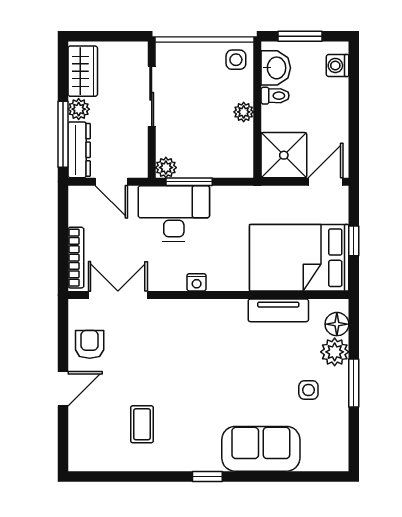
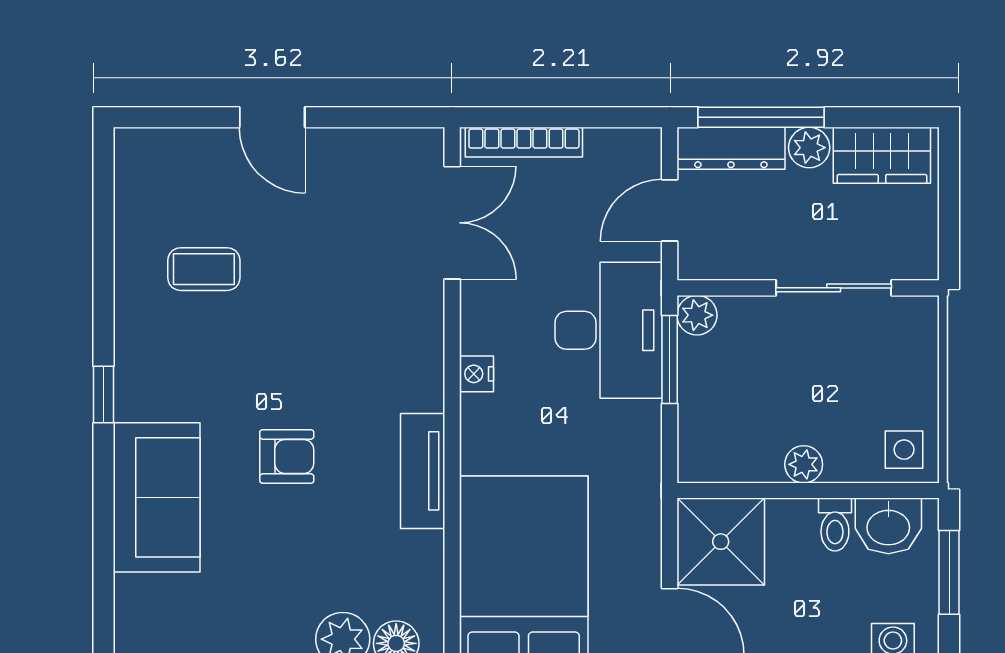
tv unit: (278, 310) -> (423, 471), moved
armchair: (90, 344) -> (287, 457), moved
side table: (308, 390) -> (270, 589), removed

